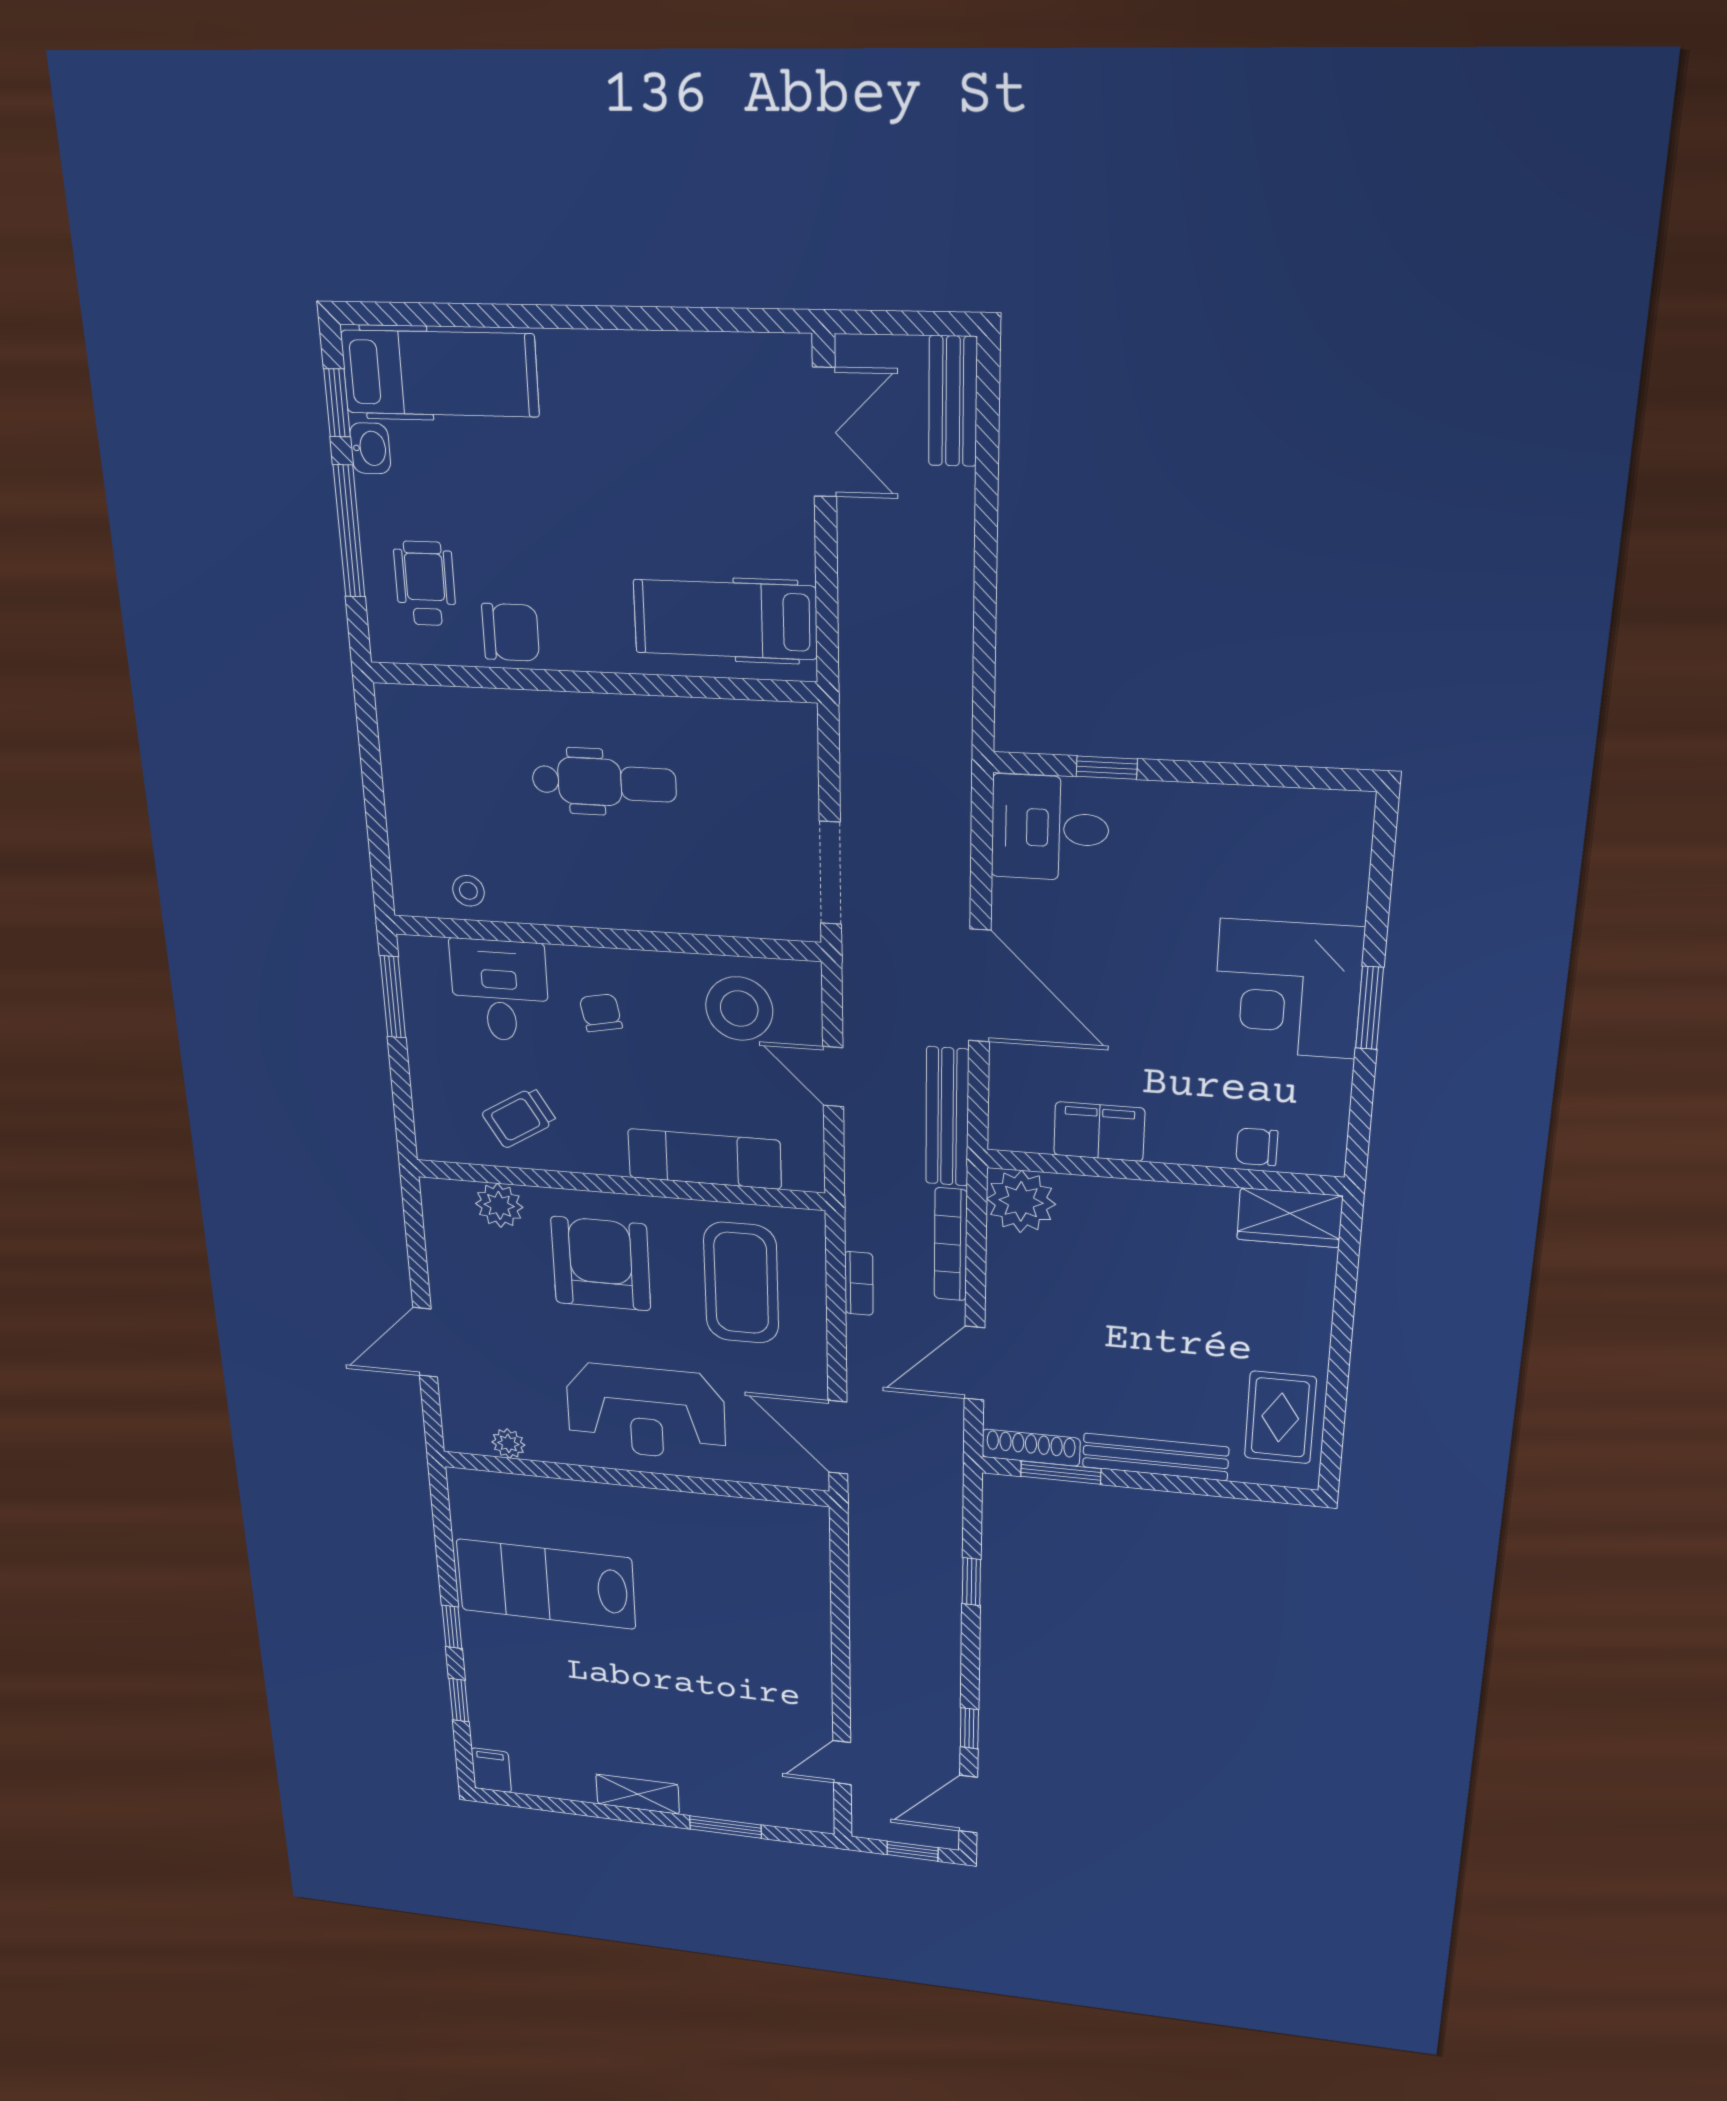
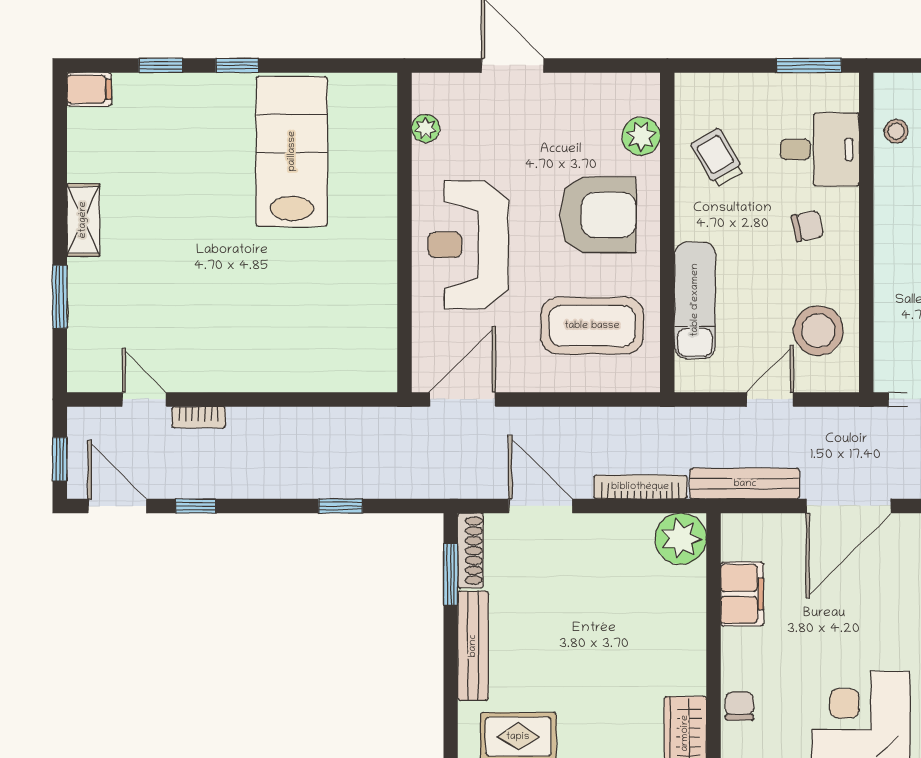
bookcase: (859, 1283) -> (199, 417), moved

